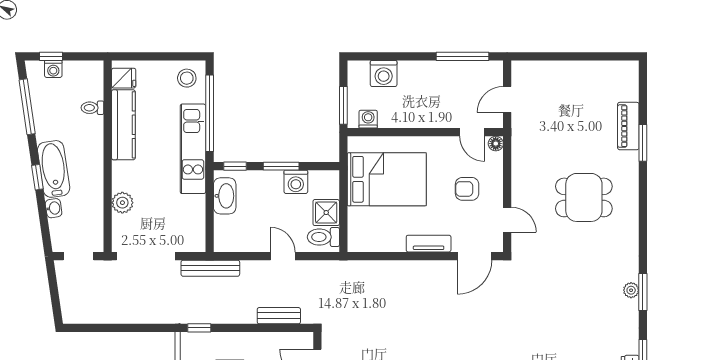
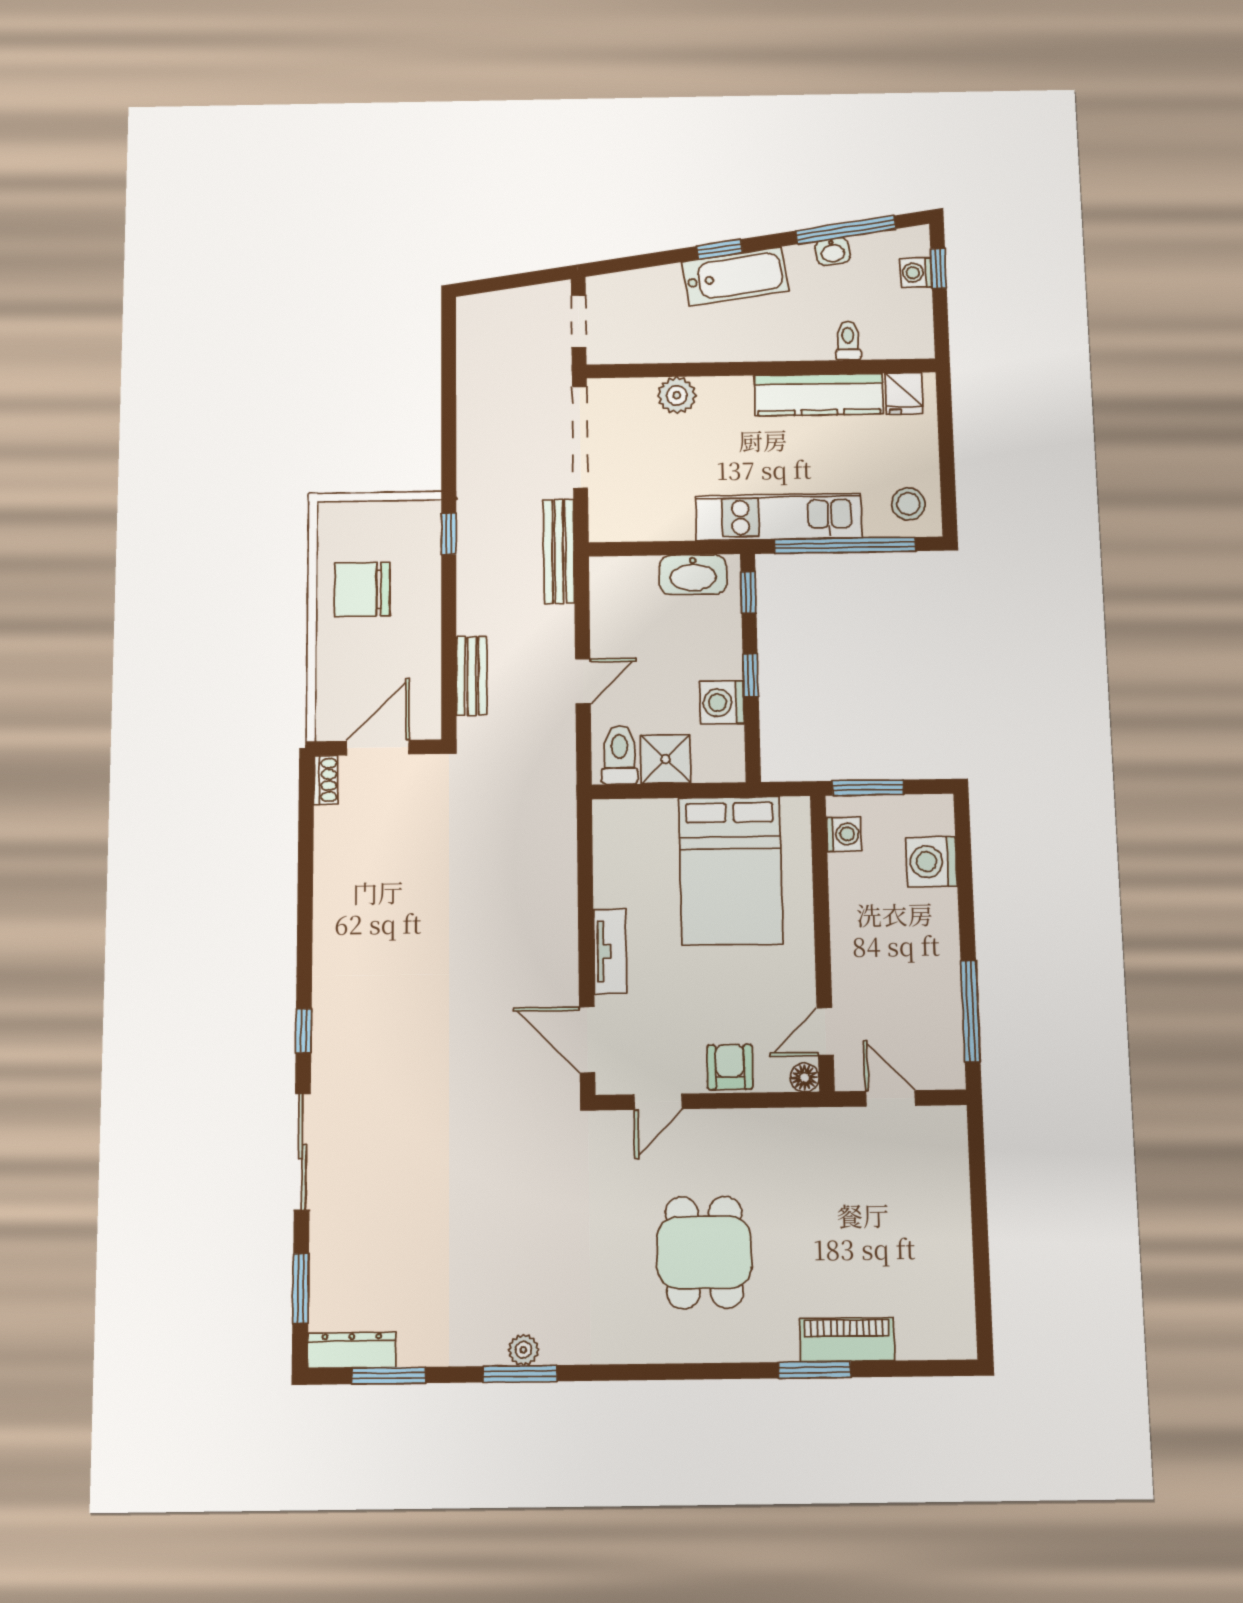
window: (281, 166) -> (751, 675), width x0.67
armchair: (467, 189) -> (730, 1067), moved
washbasin: (54, 208) -> (833, 252), moved

